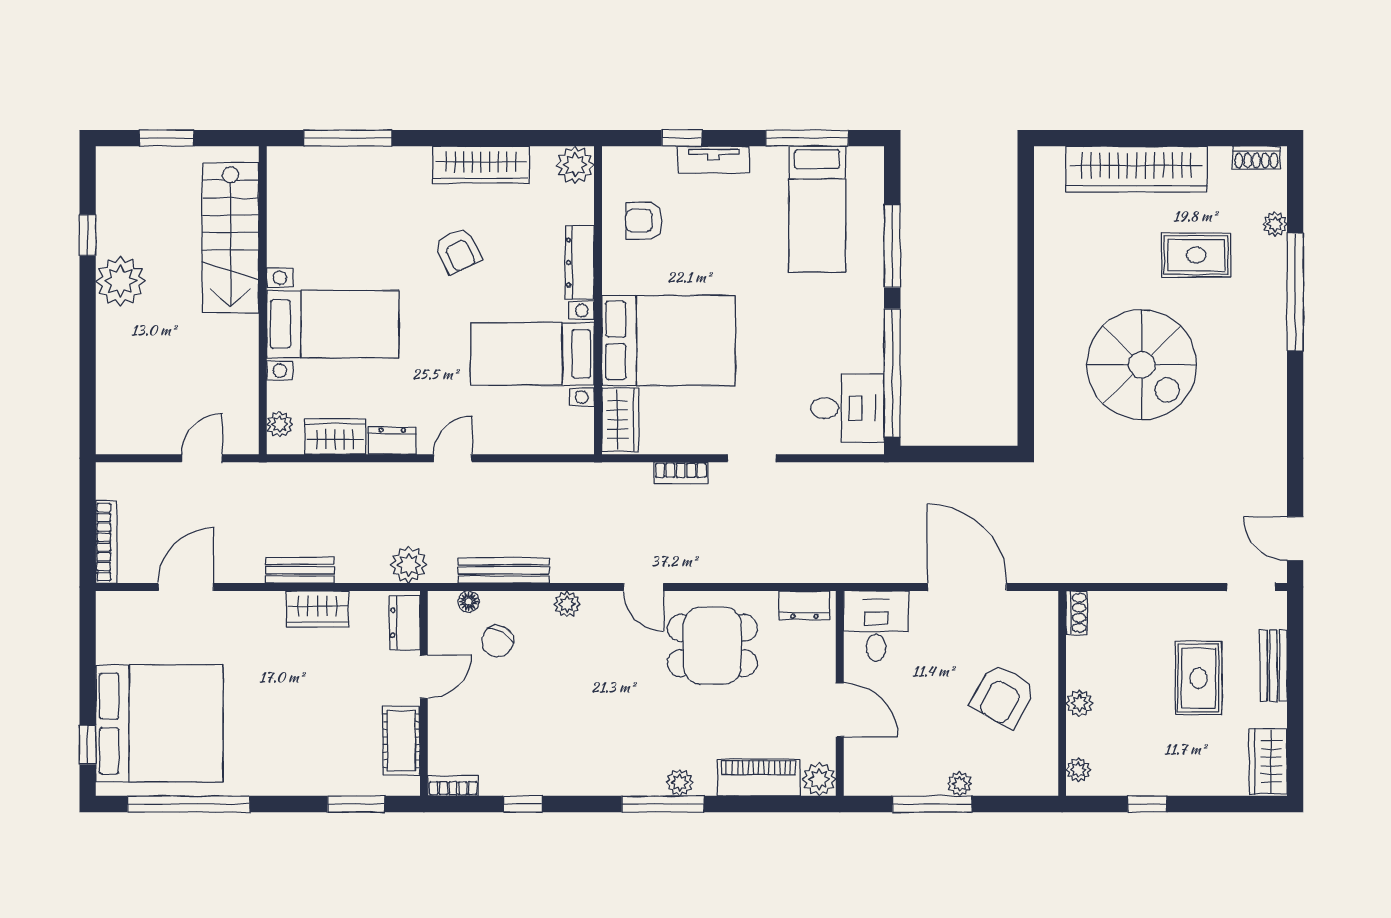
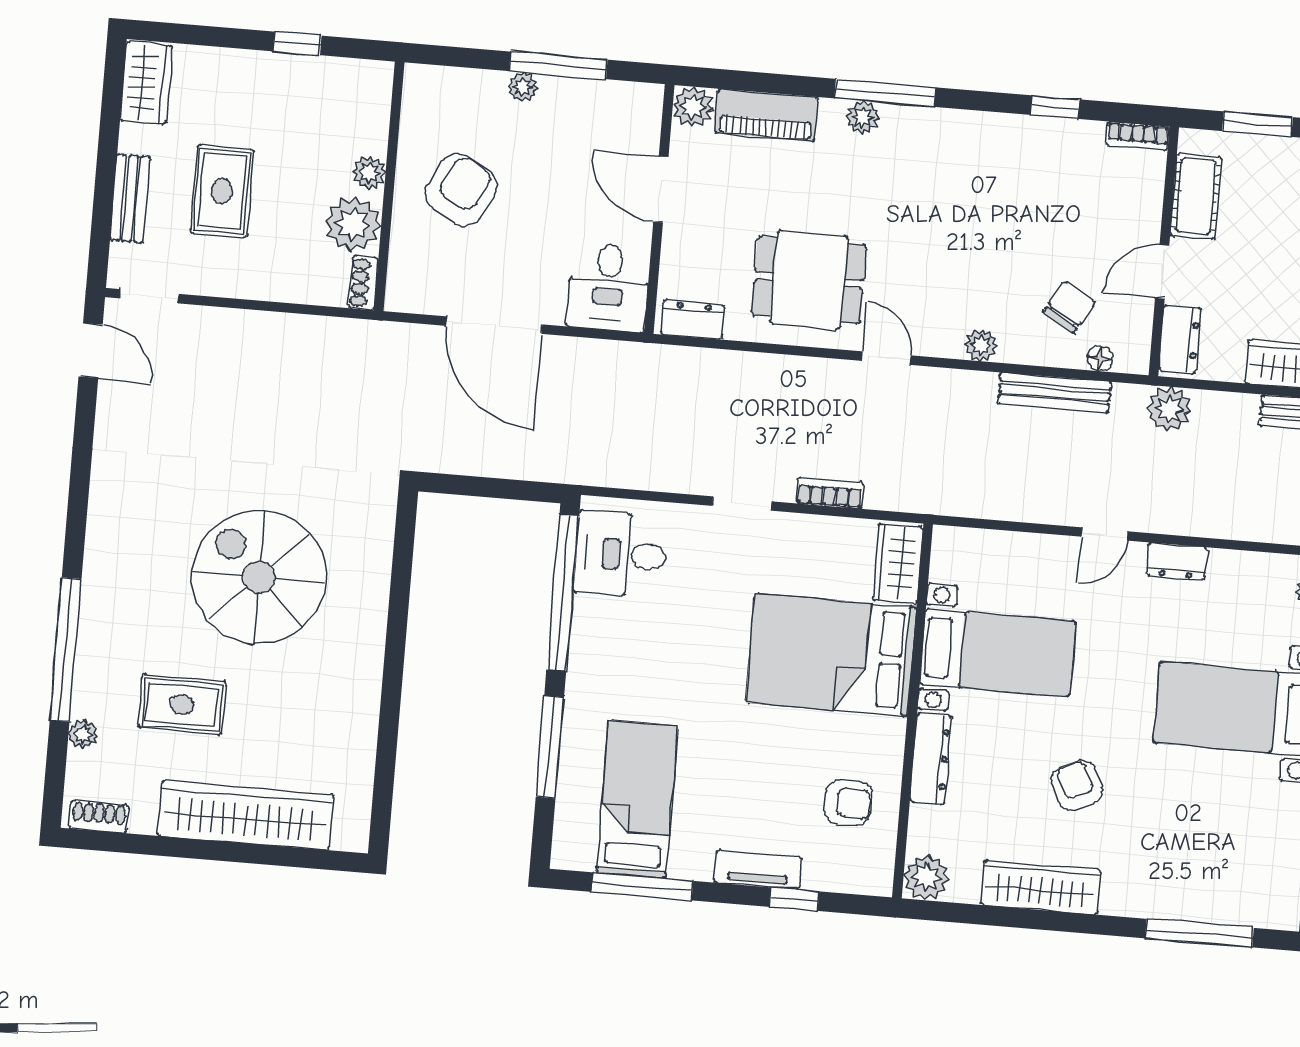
wardrobe: (335, 437) -> (1245, 572), removed
plant: (1078, 770) -> (353, 224), moved, width x1.88, depth x1.88

